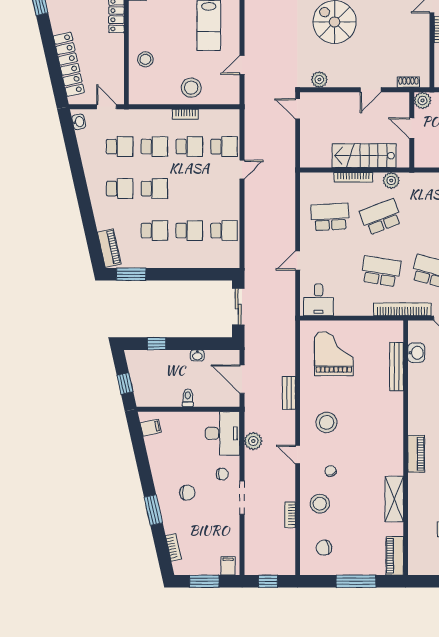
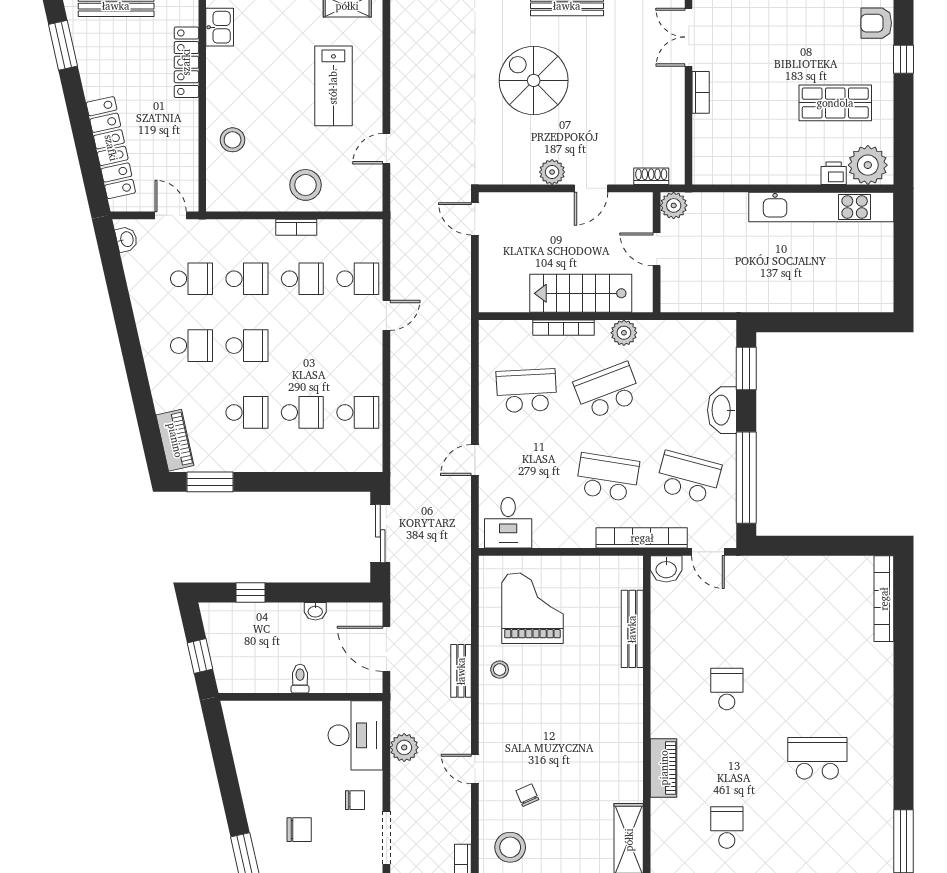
plant: (319, 80) -> (552, 172), moved
washbasin: (416, 353) -> (666, 569), moved, turned 90
stool: (327, 422) -> (500, 670), moved, width x0.53, depth x0.53
filing cabinet: (151, 428) -> (241, 726), removed

